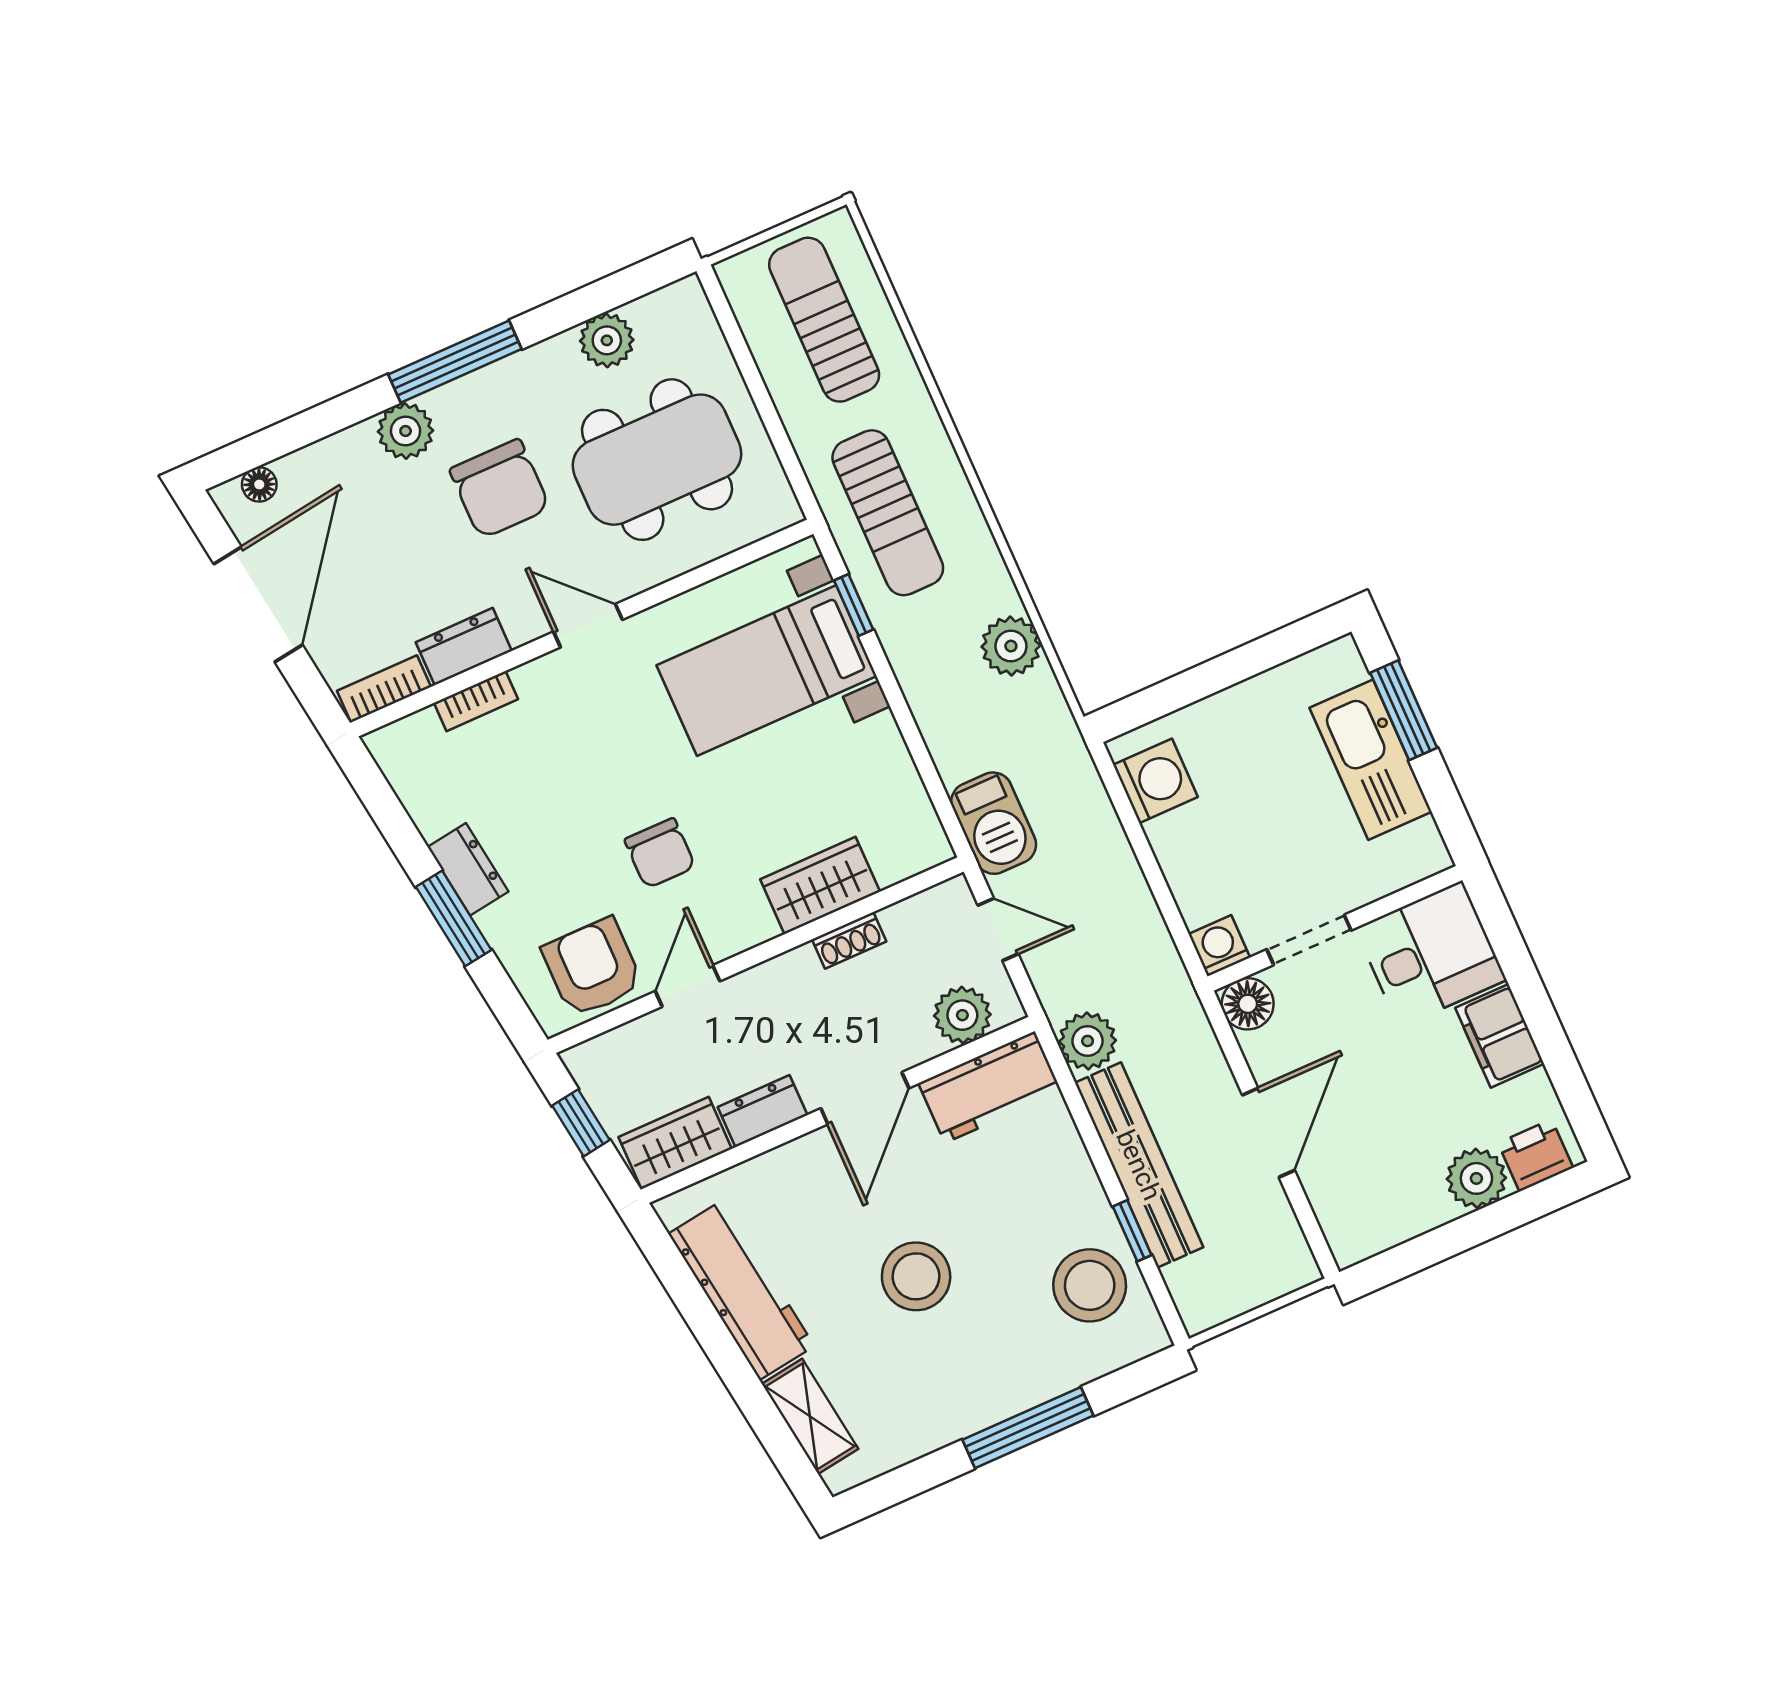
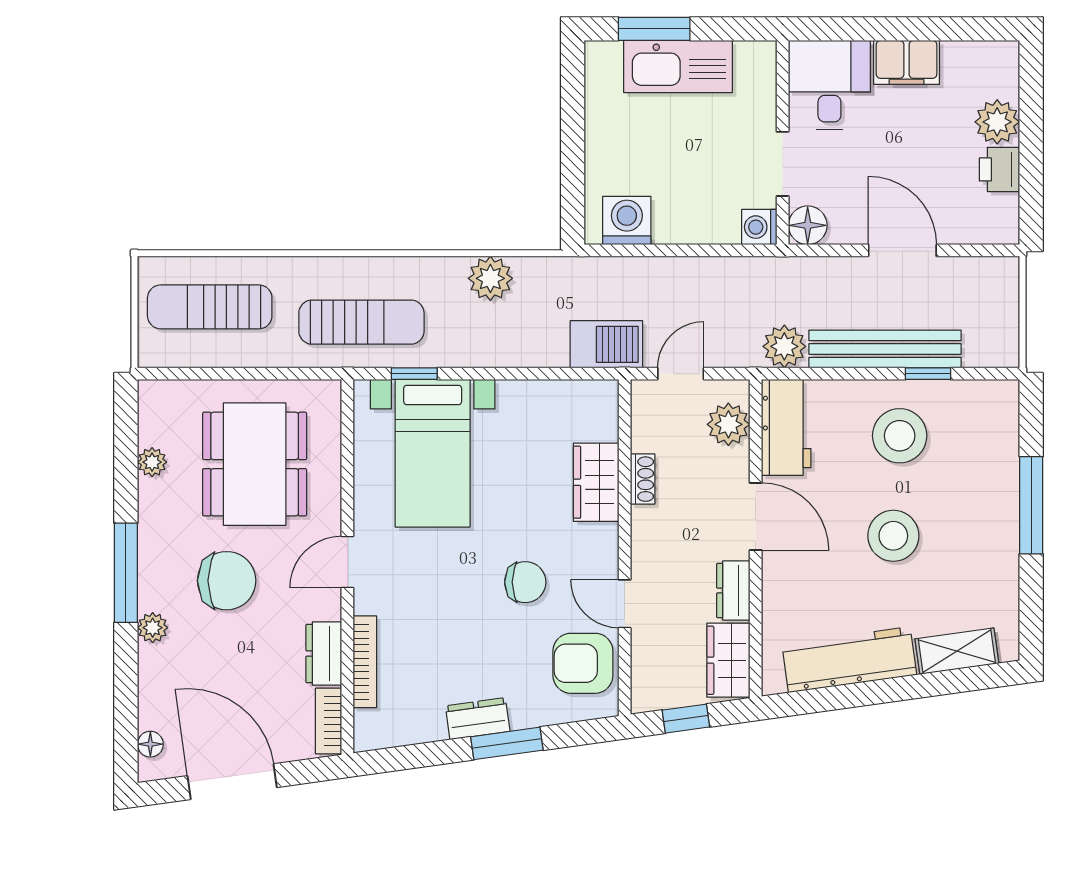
plant: (607, 340) -> (152, 462), width x0.73, depth x0.73
plant: (406, 431) -> (153, 628), width x0.73, depth x0.73
bookcase: (476, 701) -> (365, 662), width x1.56
printer: (1536, 1155) -> (999, 169), moved
stool: (1090, 1285) -> (900, 436), moved

